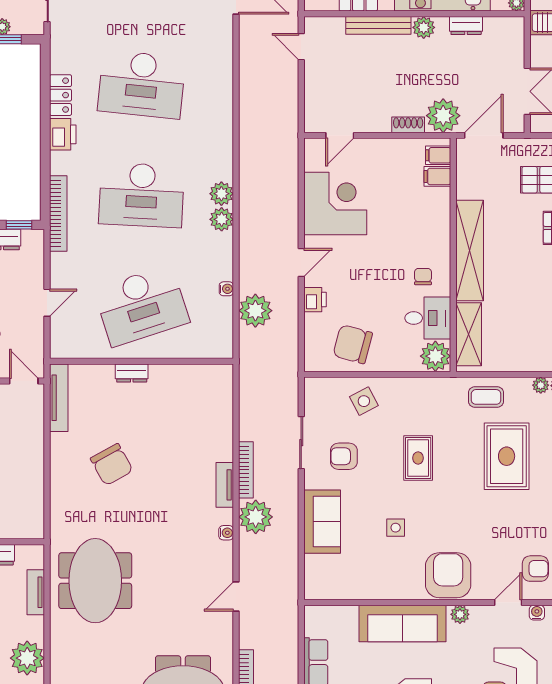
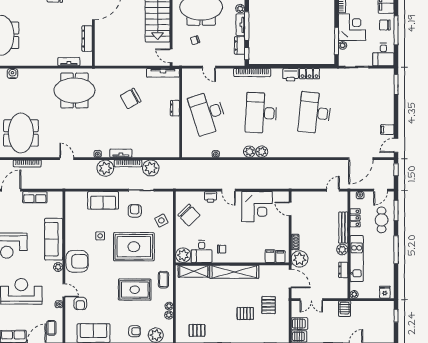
plant: (255, 311) -> (151, 168), moved
chair: (353, 344) -> (189, 215), turned 121
door: (24, 381) -> (171, 56), swing flipped
rug: (418, 458) -> (134, 247), width x1.86, depth x2.06
plant: (27, 658) -> (37, 58), removed

